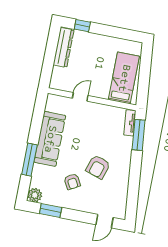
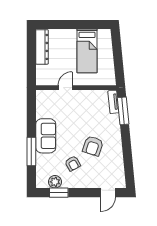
window: (82, 26) -> (55, 25), removed
bed: (124, 78) -> (87, 51), moved, turned 180
sofa: (50, 139) -> (46, 136), width x0.73
plant: (35, 195) -> (55, 182), moved

